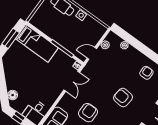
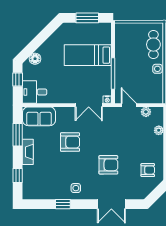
bed: (37, 43) -> (88, 55), moved, turned 90
armchair: (123, 97) -> (108, 165), turned 85

